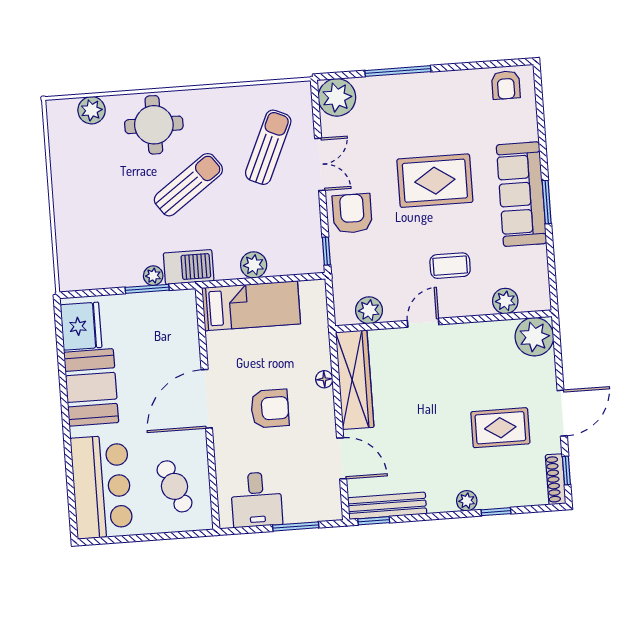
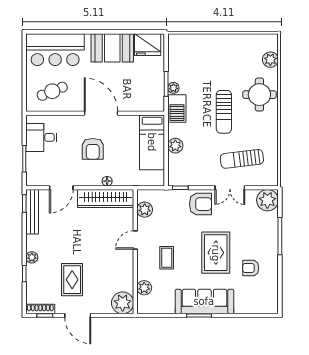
armchair: (506, 85) -> (251, 268), moved
sun lounger: (268, 147) -> (242, 159), turned 149
sun lounger: (188, 185) -> (224, 112), turned 36
door: (423, 323) -> (135, 240), swing flipped

